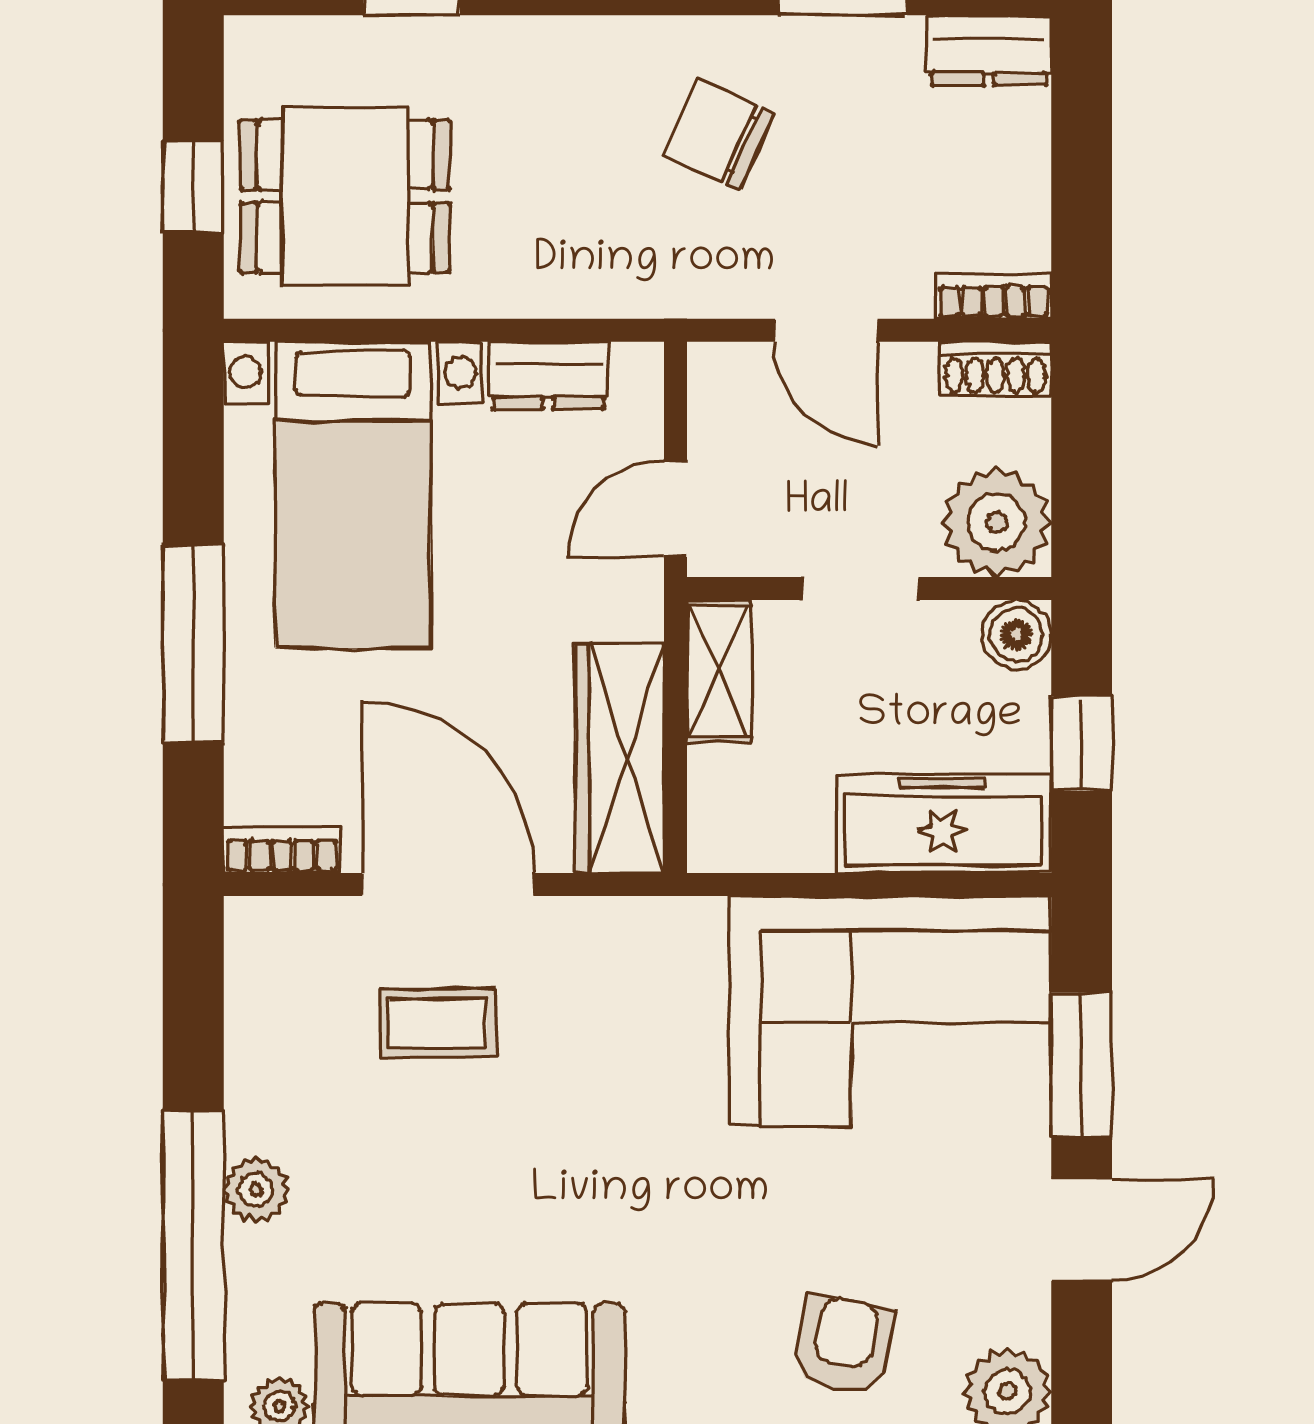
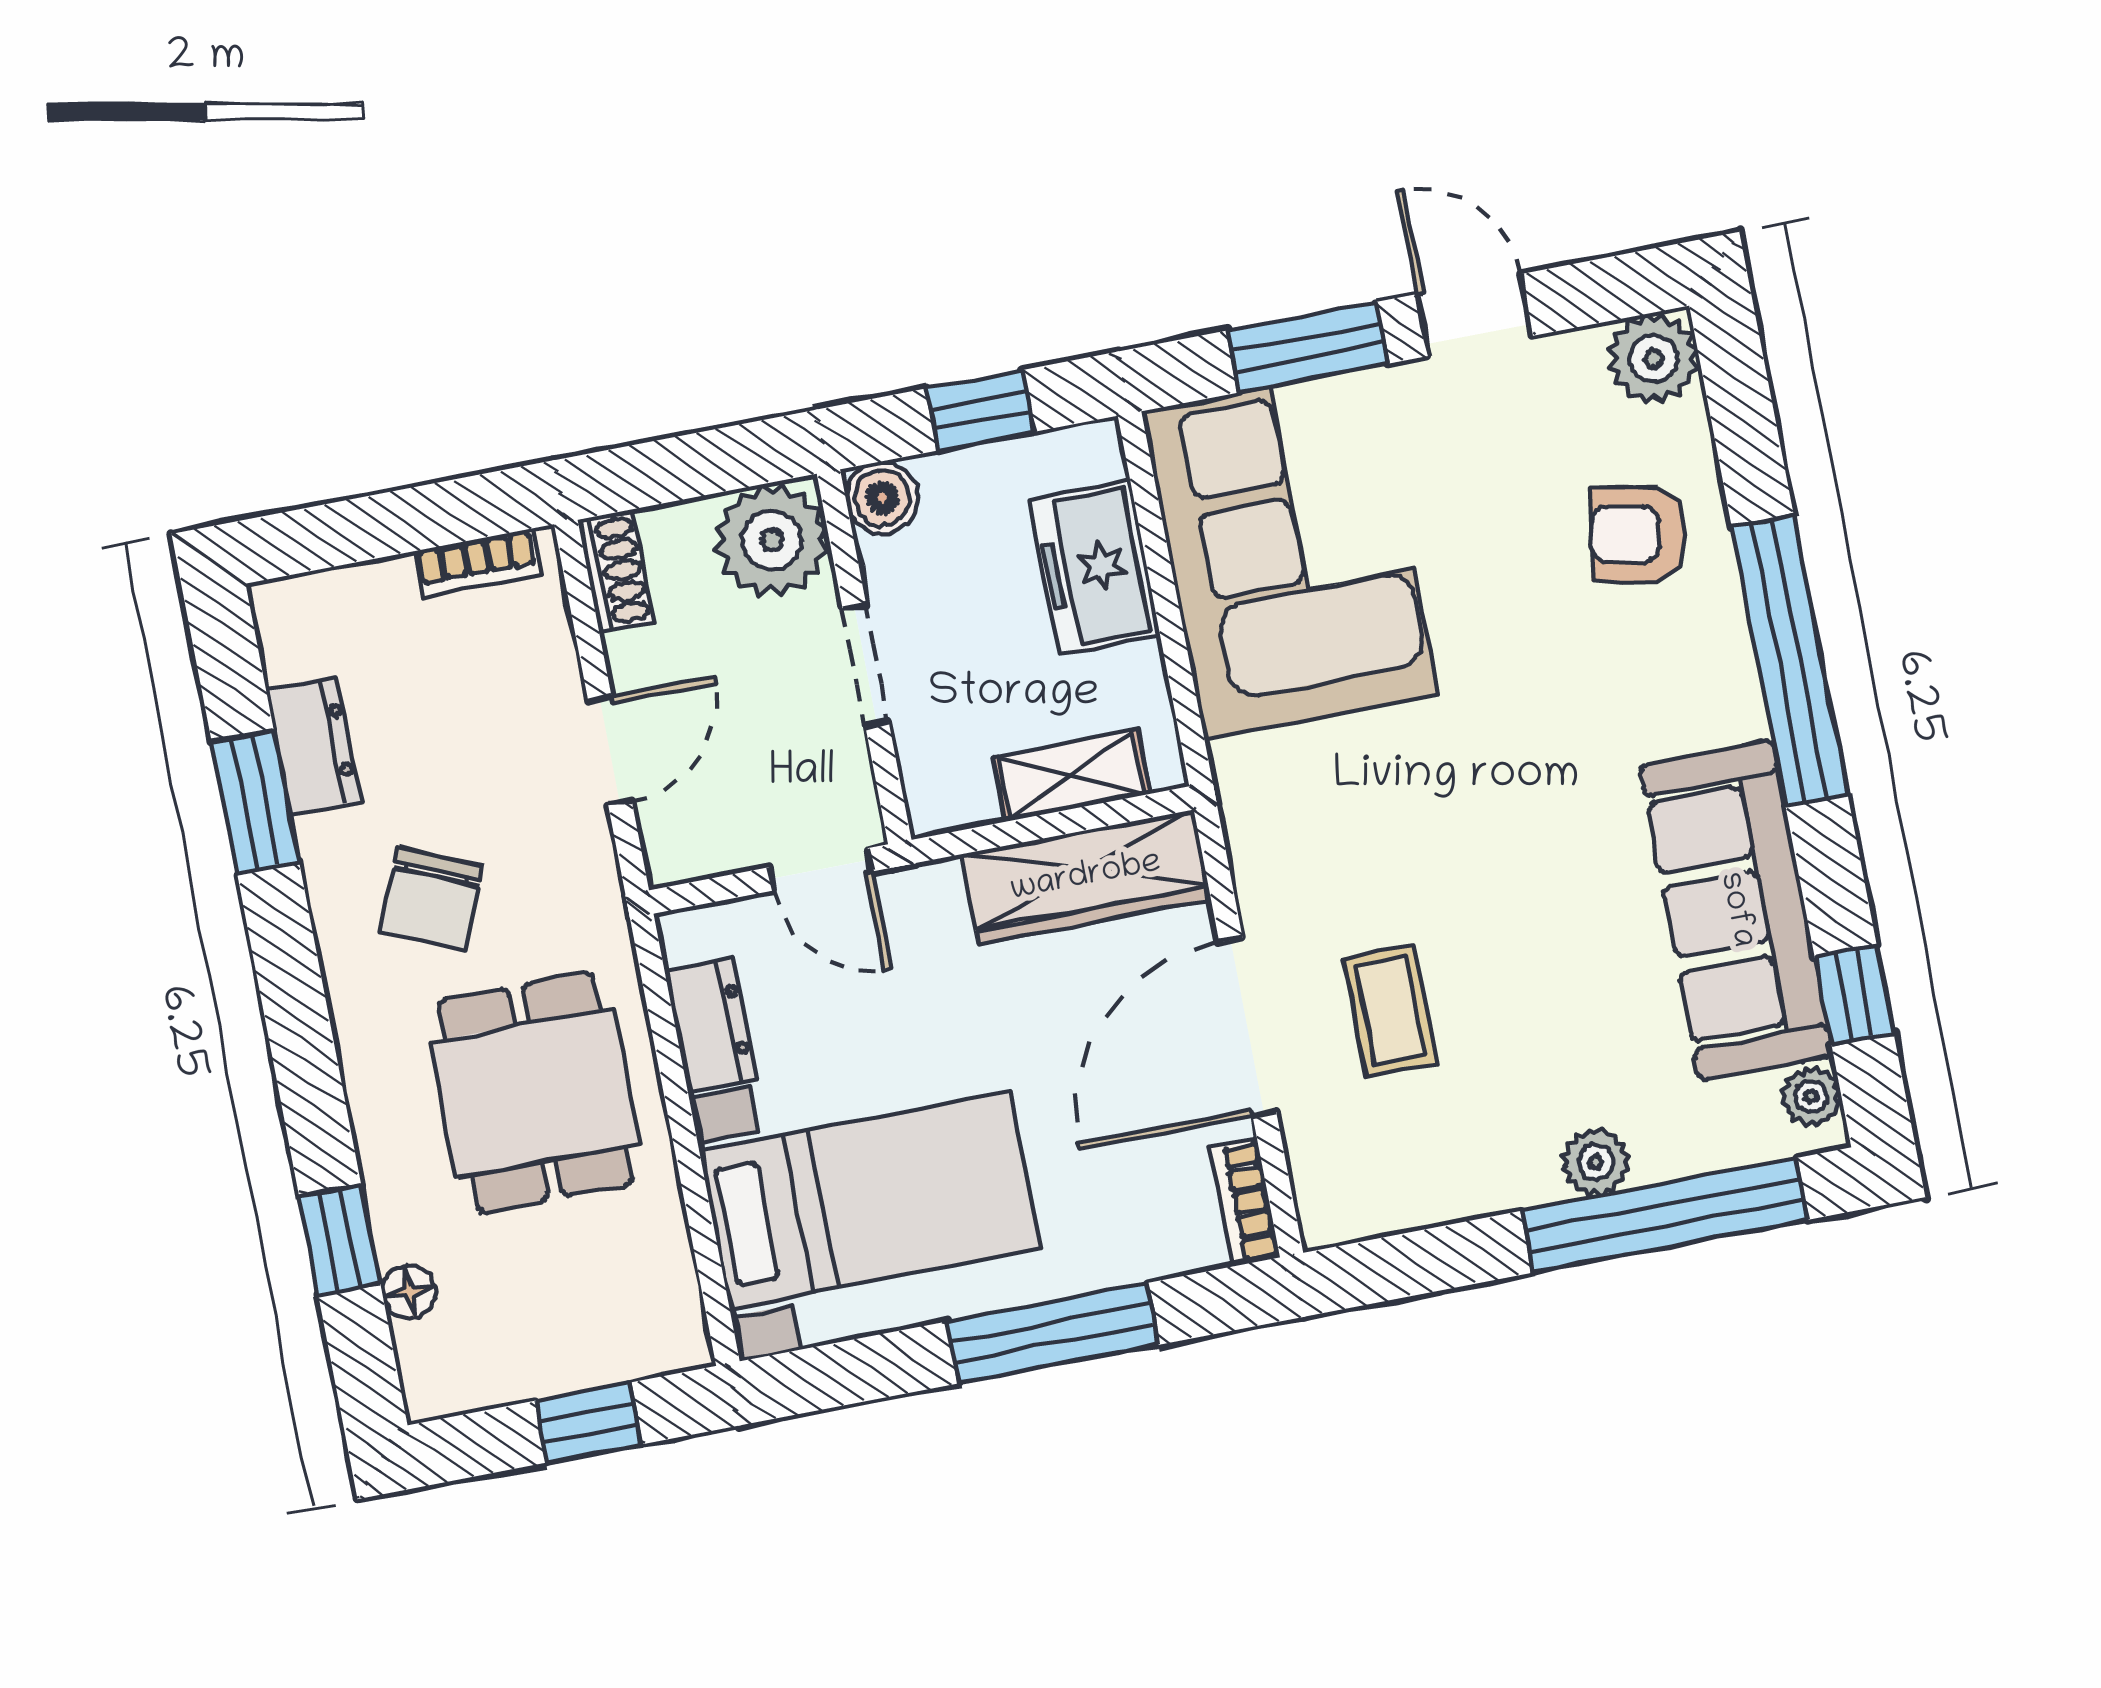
floor lamp: (350, 41) -> (409, 1292), added
dresser: (989, 50) -> (313, 745), moved
dining table: (345, 196) -> (536, 1093), moved
bookcase: (994, 296) -> (477, 563), moved, turned -90
shelving: (719, 671) -> (1071, 775), moved
freezer: (942, 824) -> (1095, 567), width x0.71

